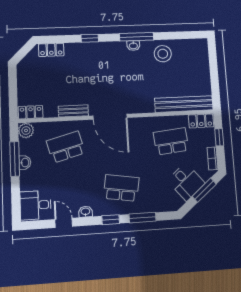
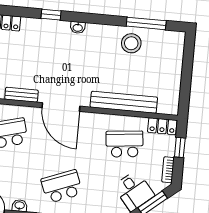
window: (137, 37) -> (146, 23), moved
washbasin: (133, 46) -> (78, 28), moved
bench: (184, 104) -> (124, 102), moved
school desk: (121, 188) -> (62, 187), turned -30

